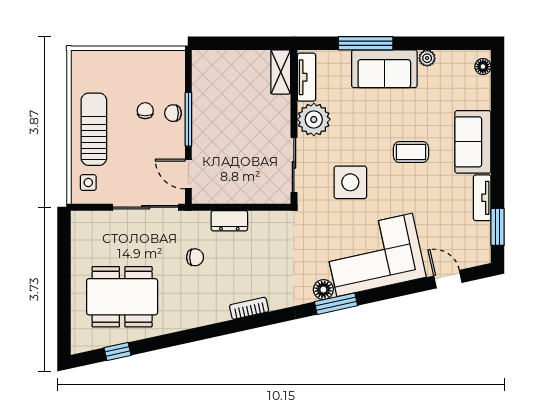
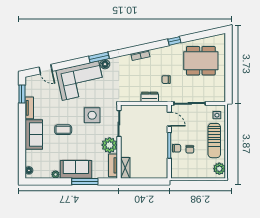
plant: (83, 70) -> (219, 169), added
window: (117, 351) -> (174, 41), moved

